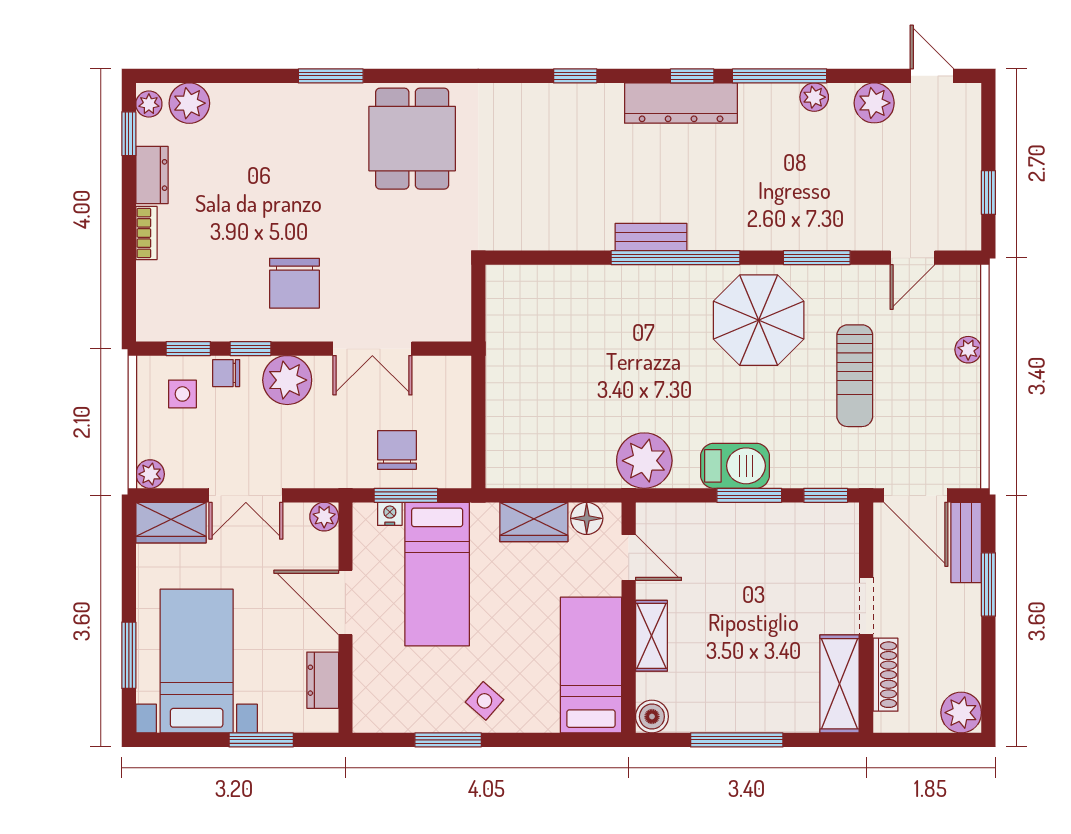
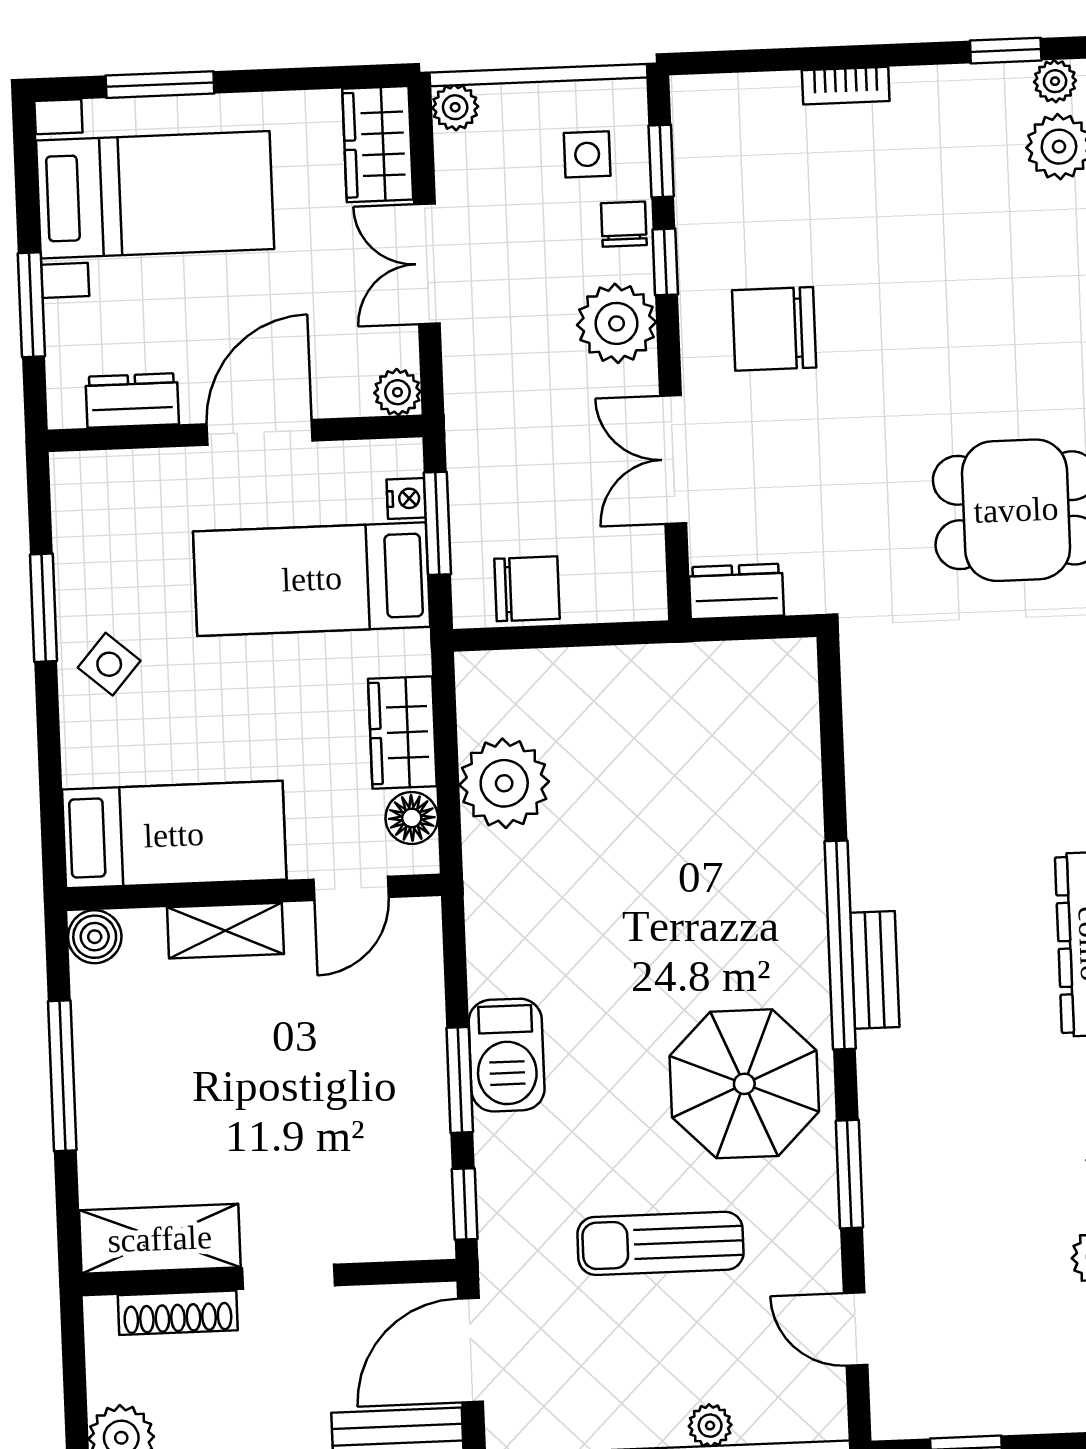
dresser: (152, 175) -> (736, 591), moved, turned 180
bench: (651, 237) -> (875, 970), moved
chair: (397, 450) -> (527, 589), moved
plant: (644, 461) -> (504, 783), moved

